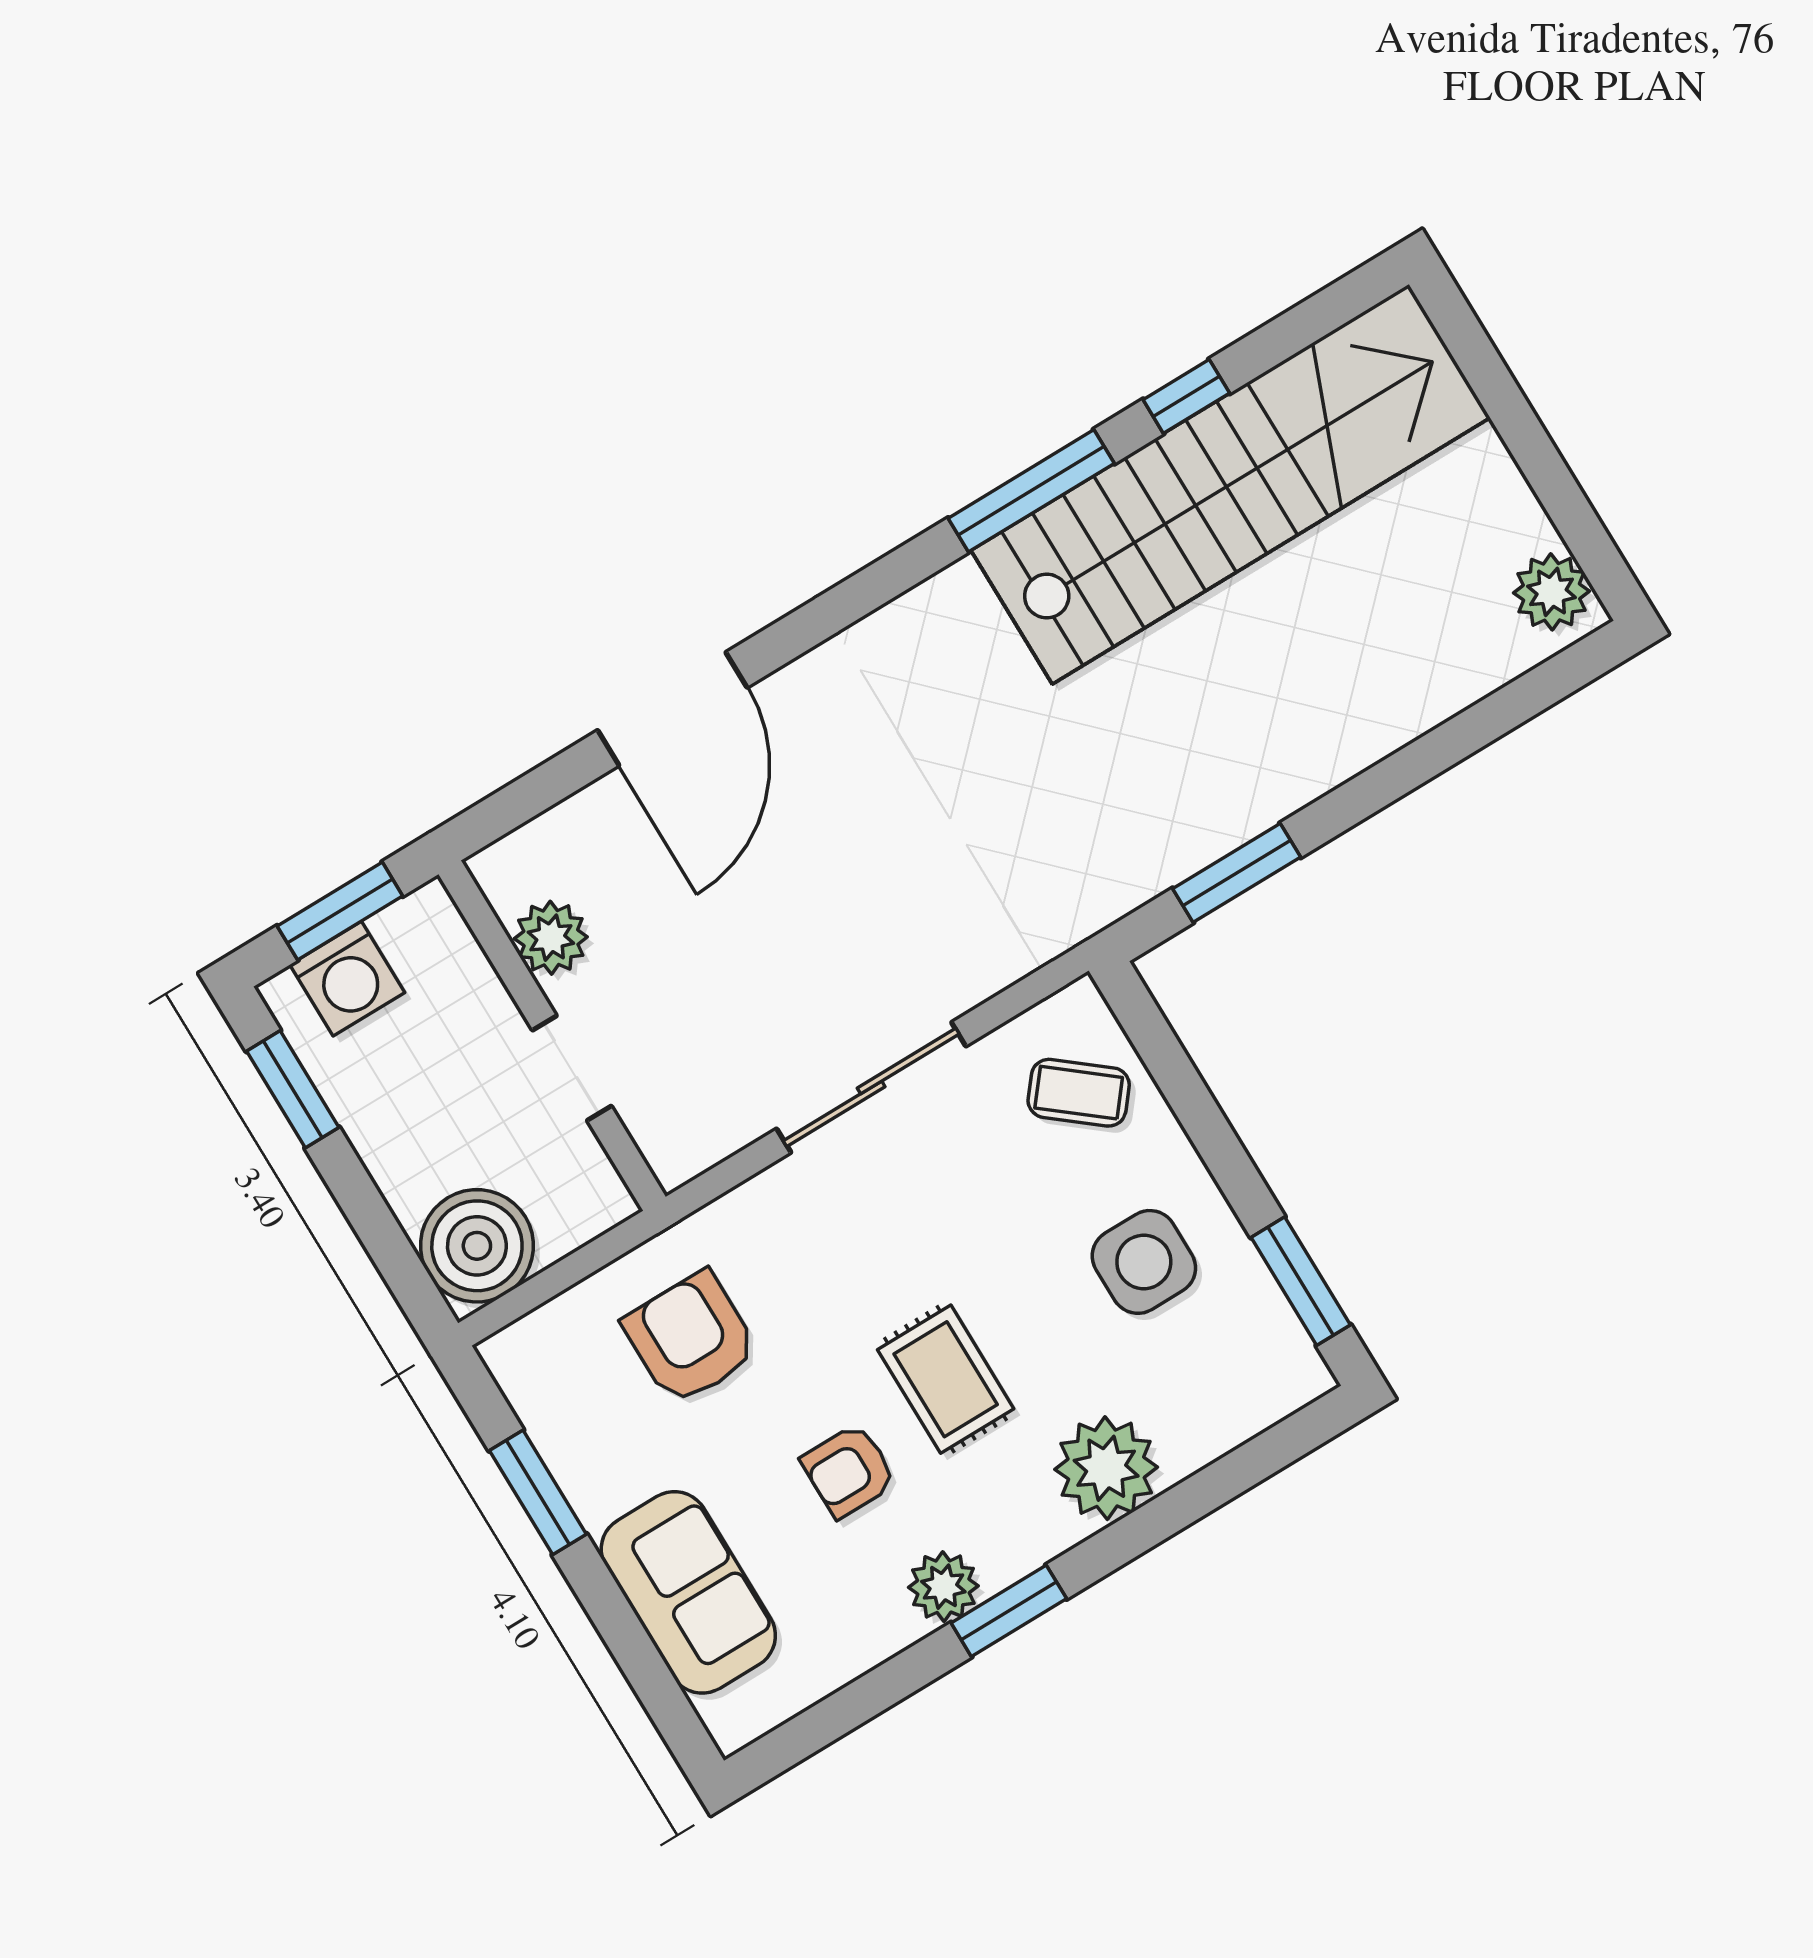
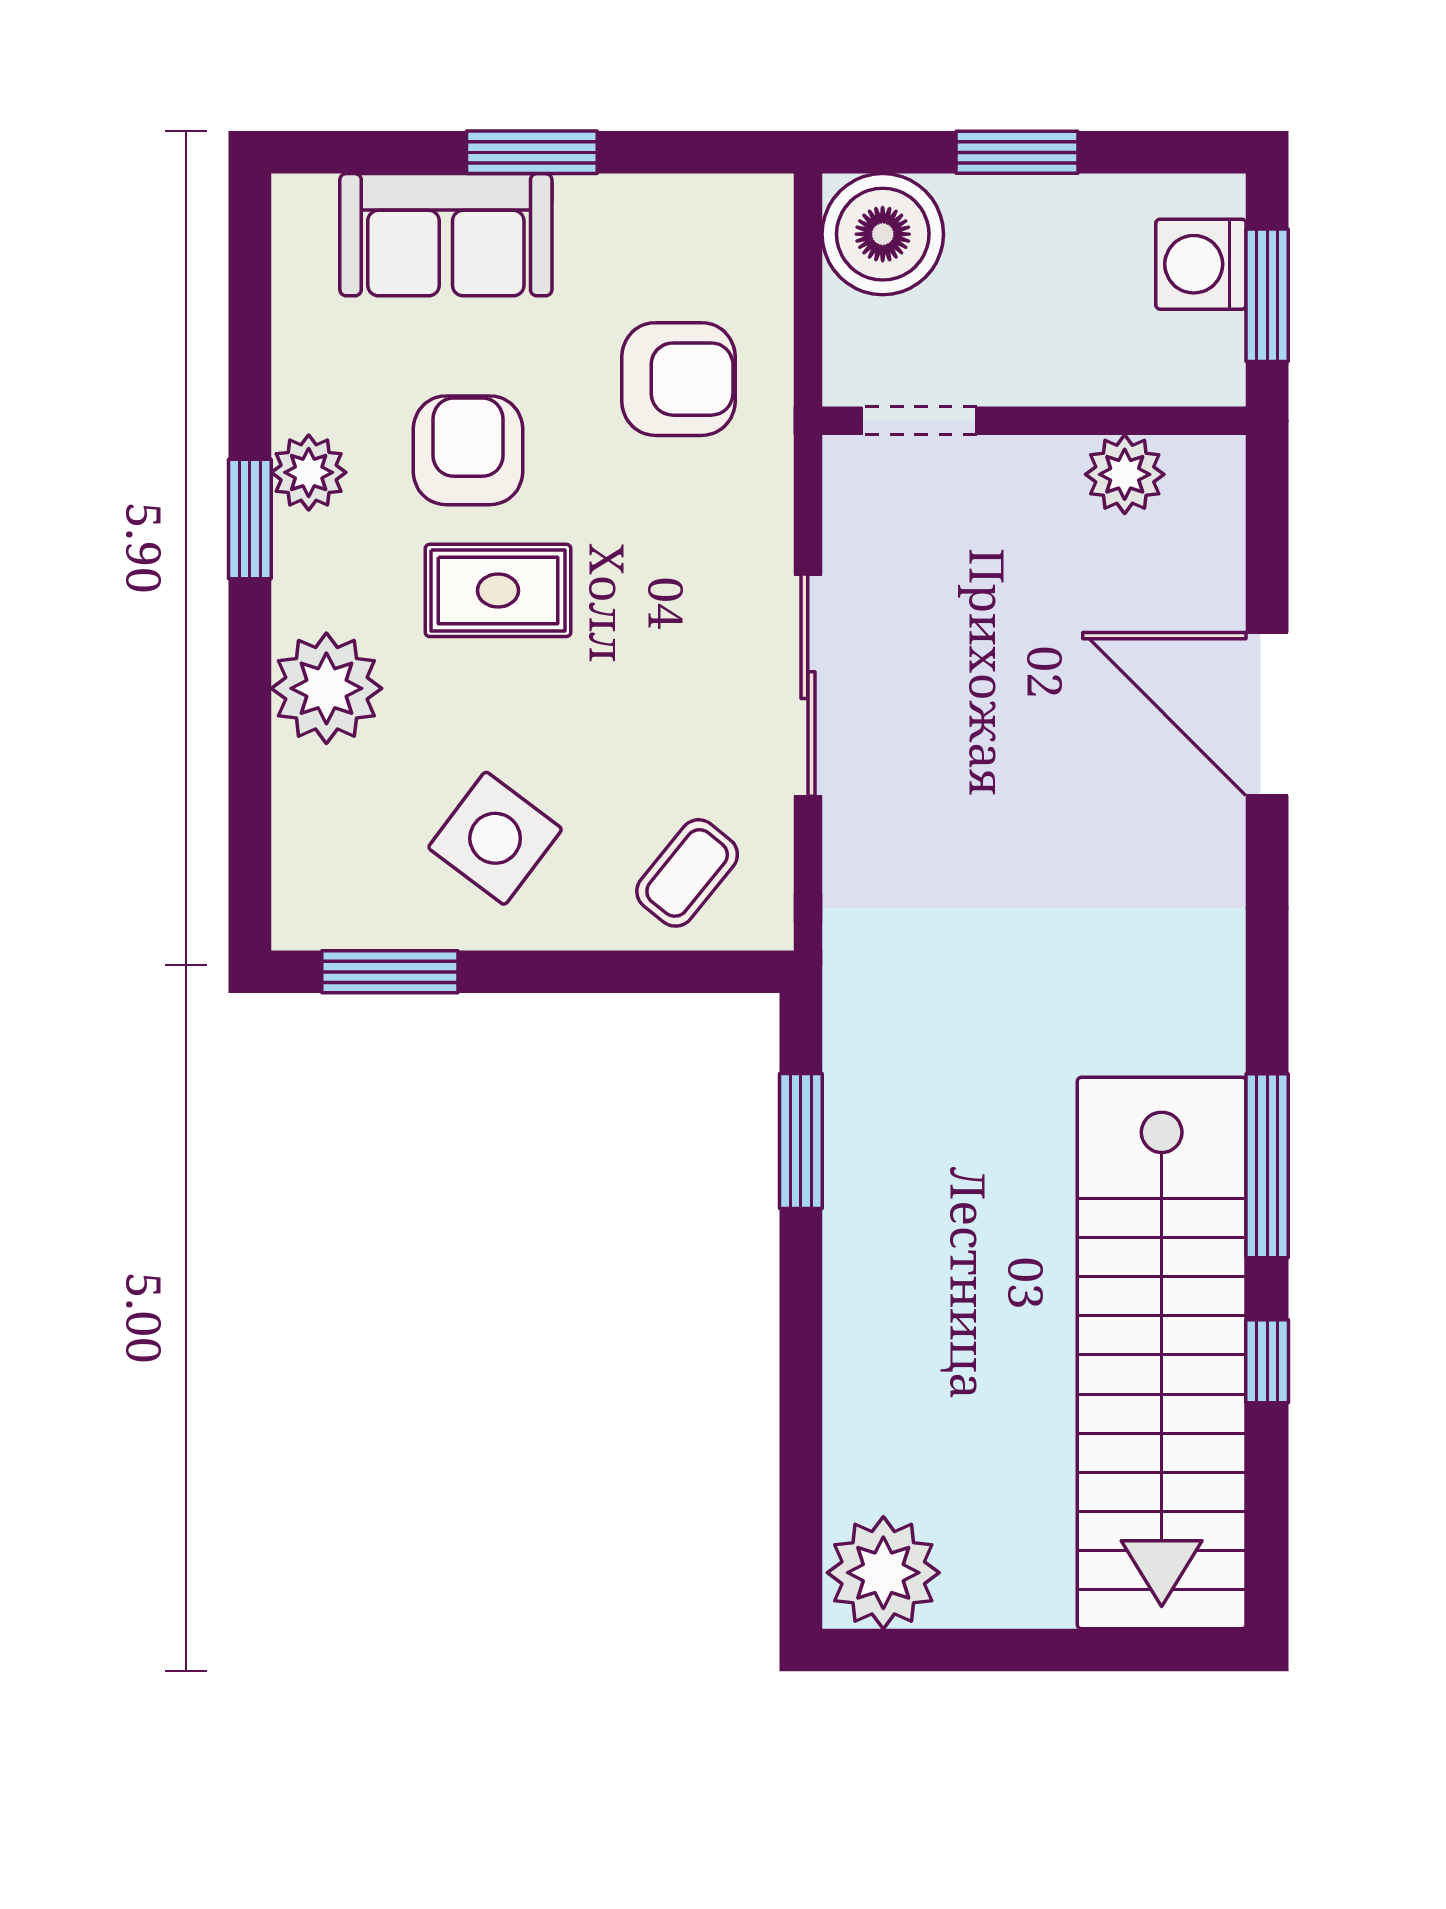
plant: (1552, 592) -> (883, 1573), width x1.36, depth x1.36
doorway: (572, 1068) -> (919, 421), moved
window: (293, 1089) -> (1017, 152), moved
side table: (1144, 1262) -> (495, 838), turned 37
armchair: (849, 1471) -> (468, 450), width x1.38, depth x1.38
window: (538, 1492) -> (532, 152), moved

